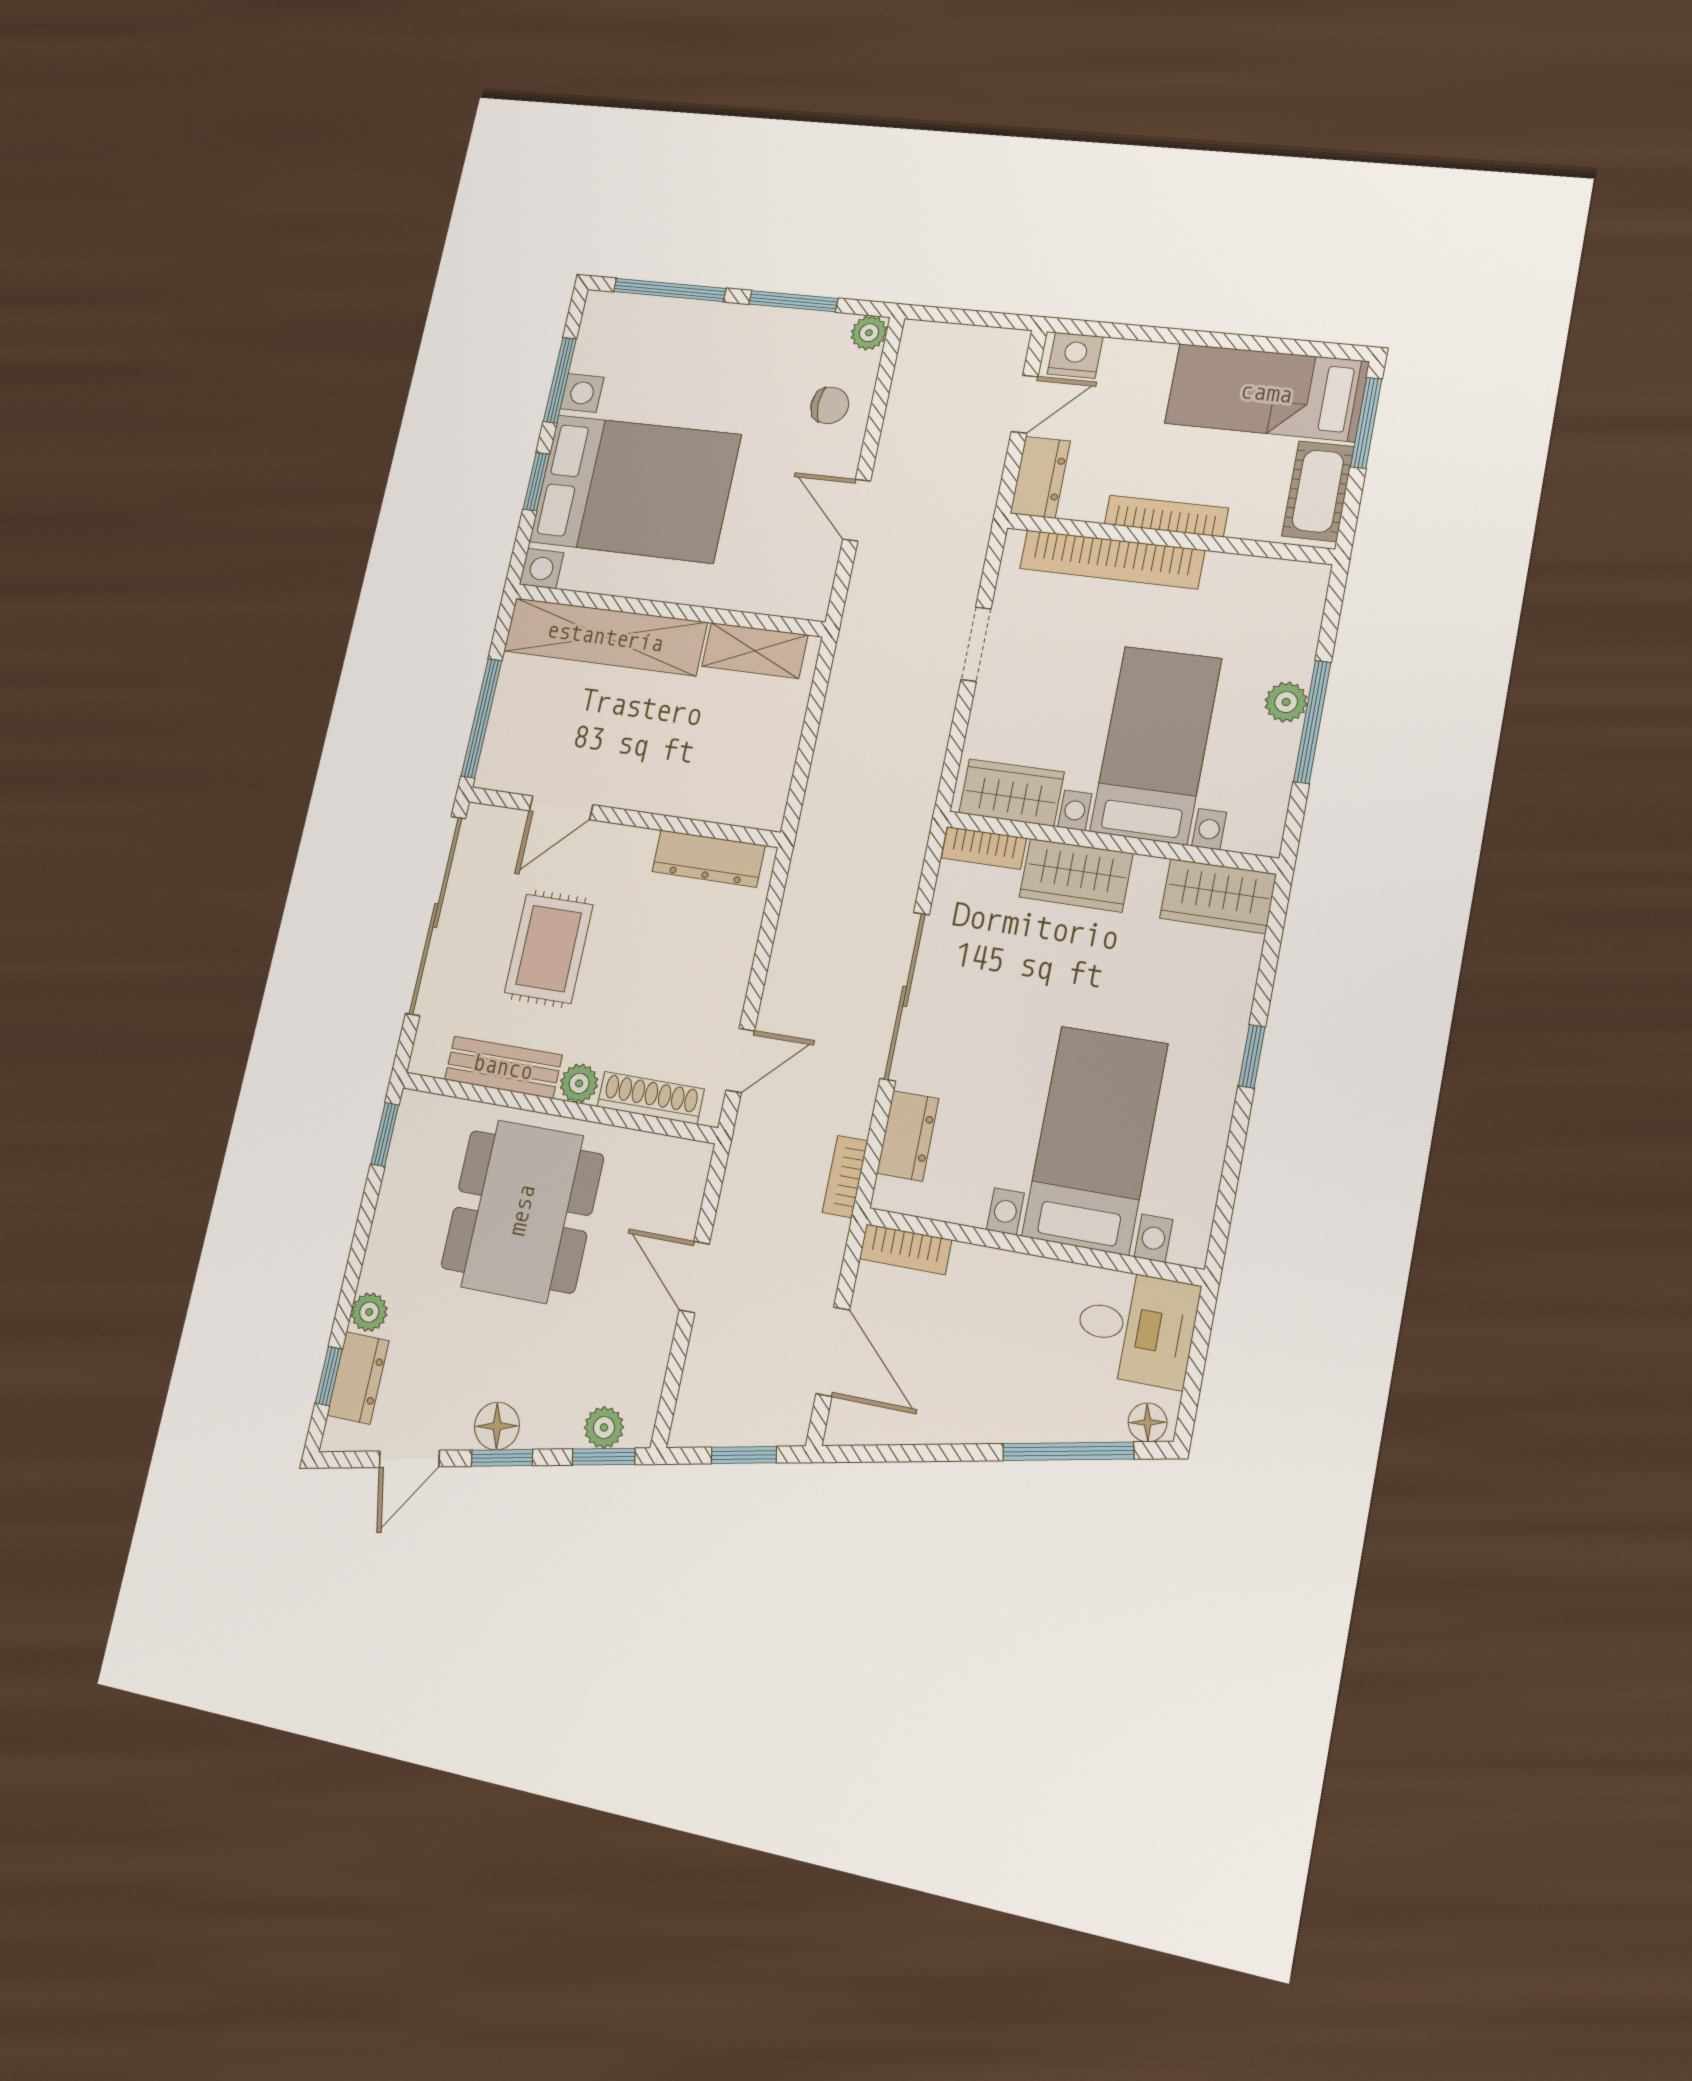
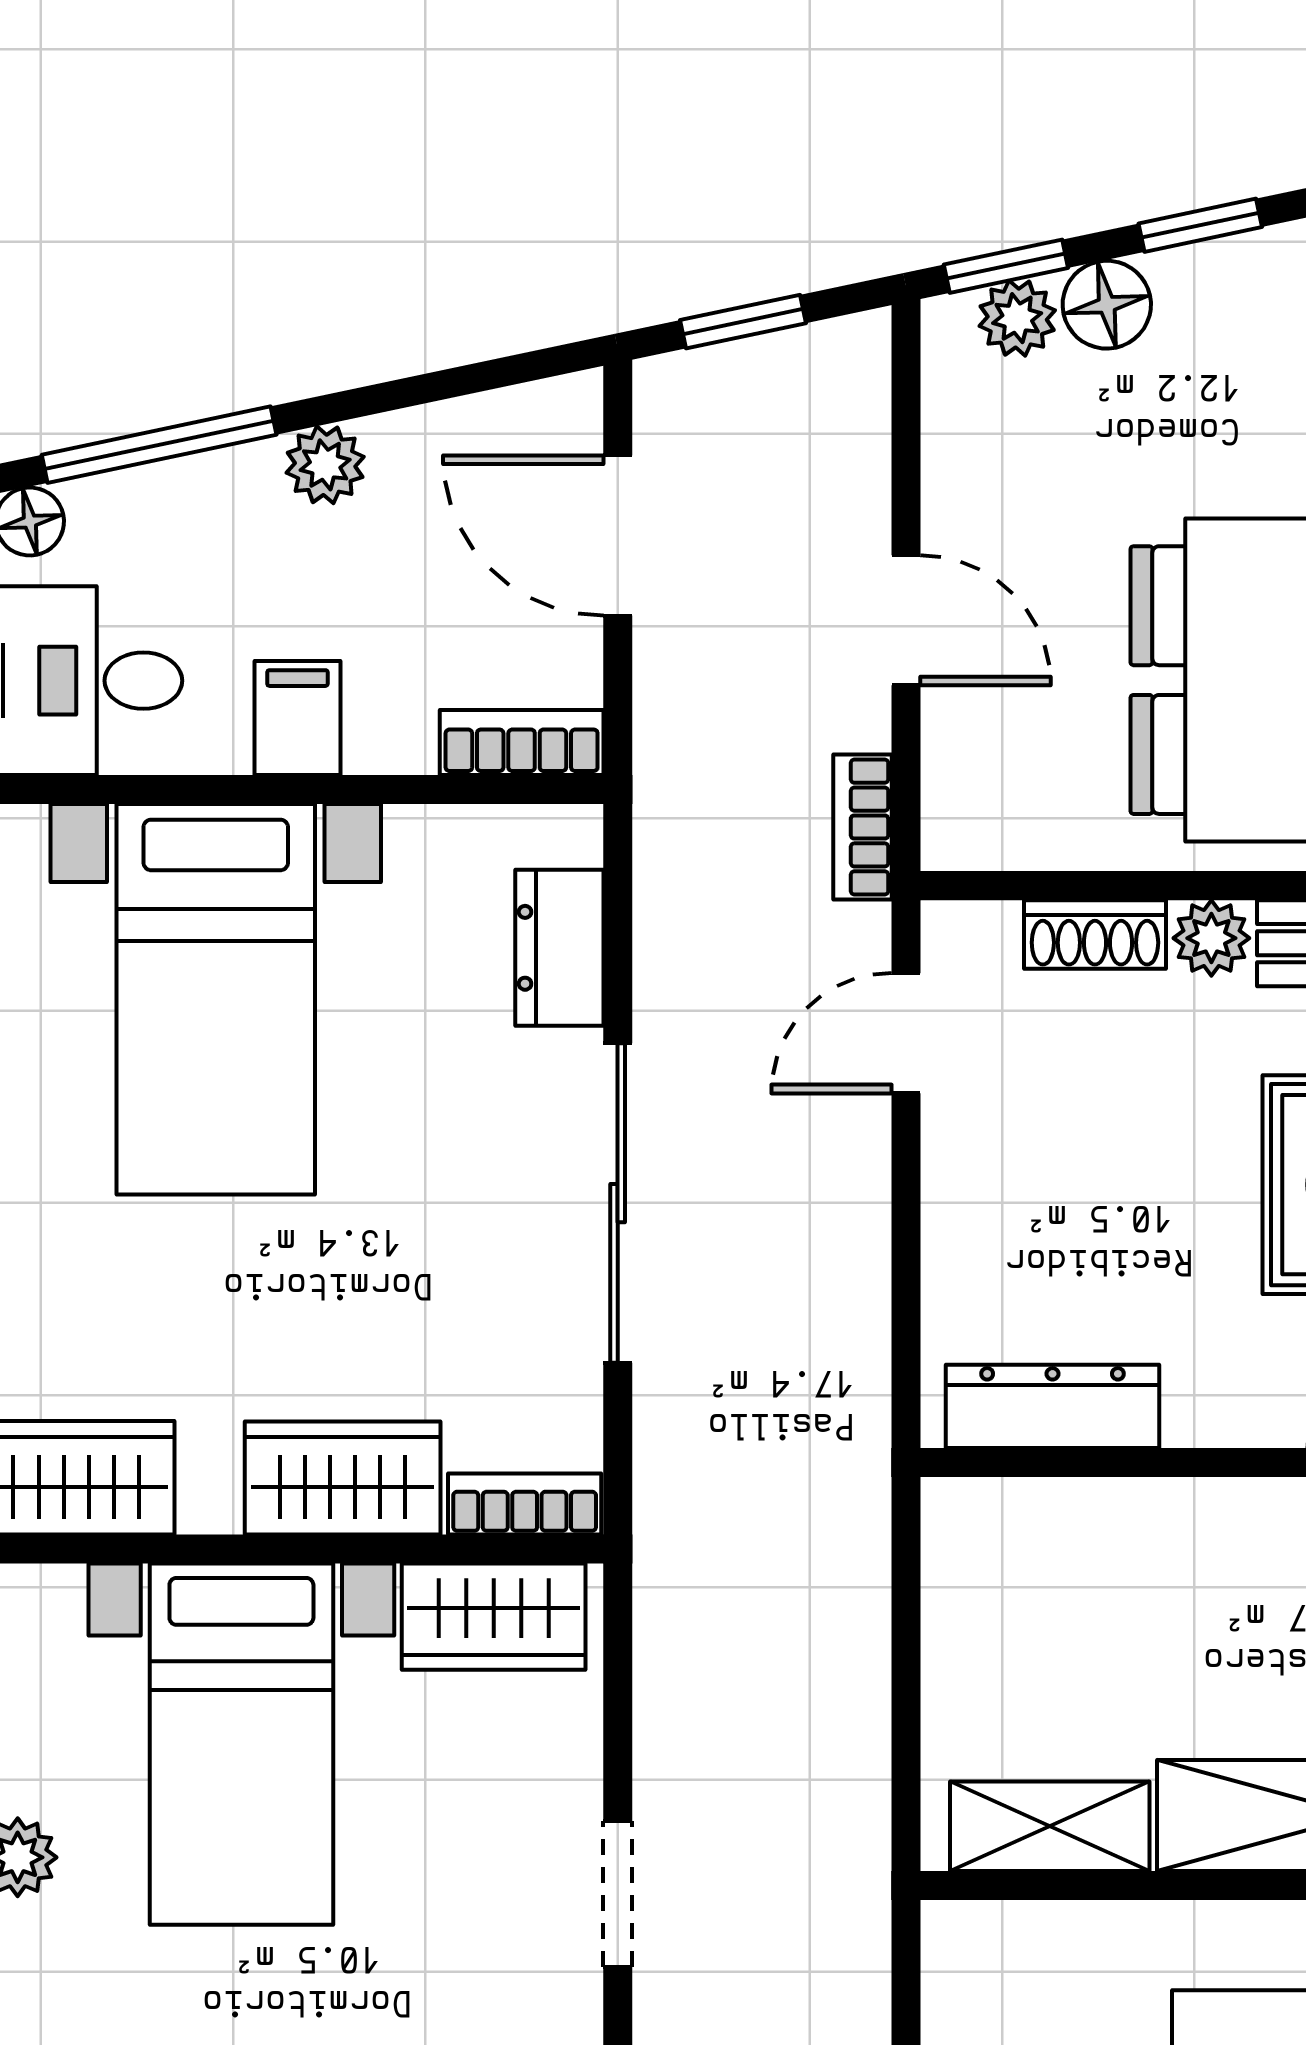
shoe rack: (651, 1098) -> (1095, 934), width x0.70
bookcase: (845, 1177) -> (863, 827), moved, turned 180
filing cabinet: (1022, 1285) -> (297, 718), added
plant: (980, 1422) -> (325, 465), added
floor lamp: (497, 1426) -> (1107, 305), moved

